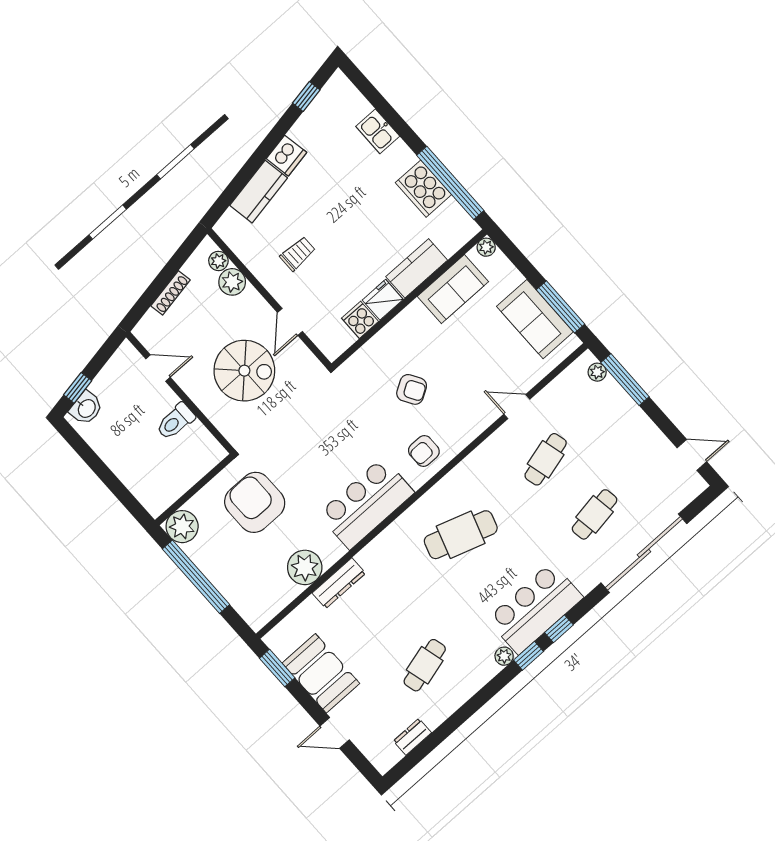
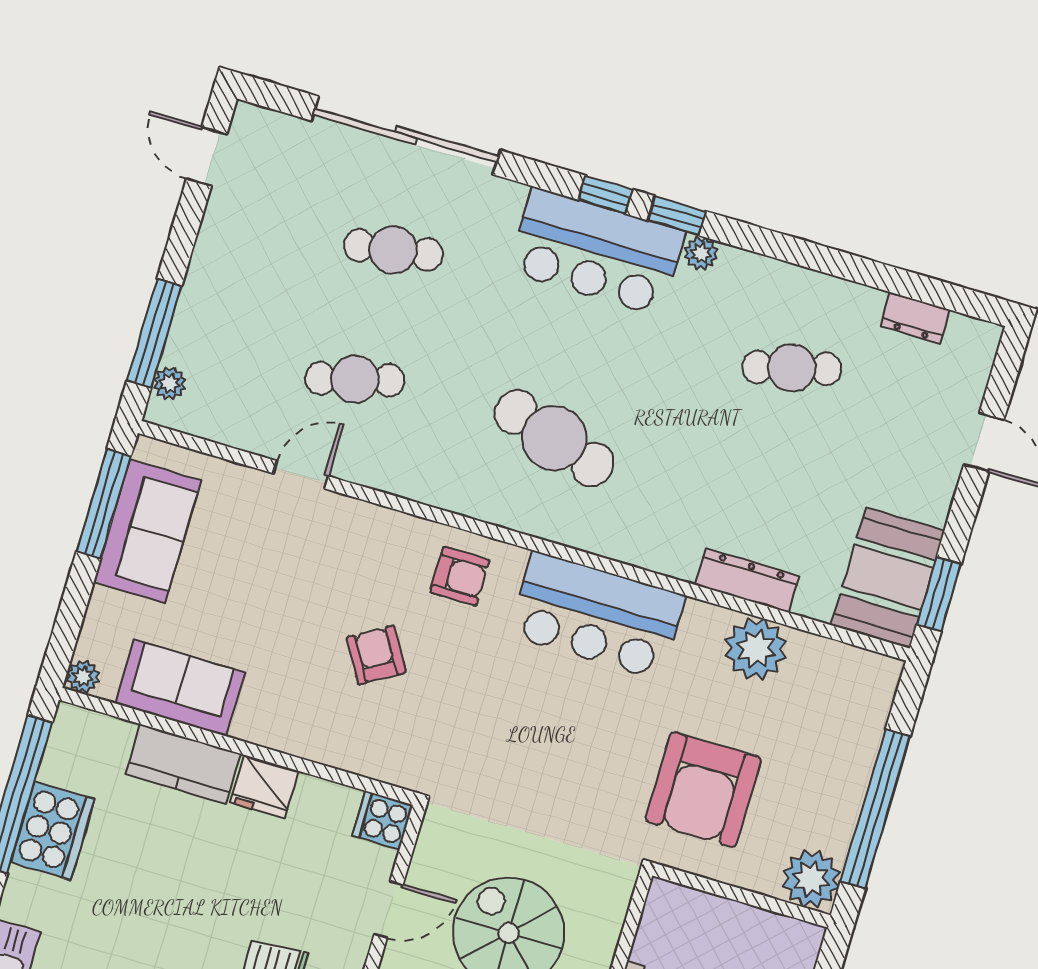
cooker: (360, 320) -> (383, 820), moved, turned 90
door: (517, 407) -> (301, 475), swing flipped
booth: (321, 673) -> (888, 577), moved

